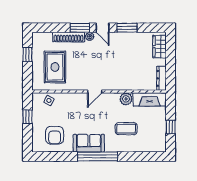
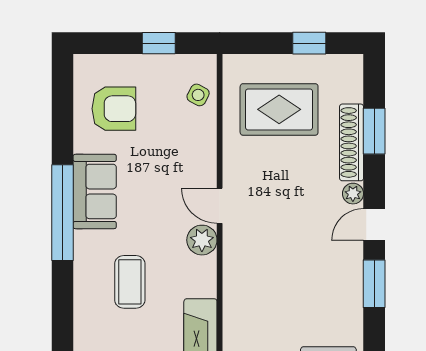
window: (80, 28) -> (374, 131), moved
plant: (126, 99) -> (202, 240), moved
armchair: (55, 135) -> (114, 109), turned 180

